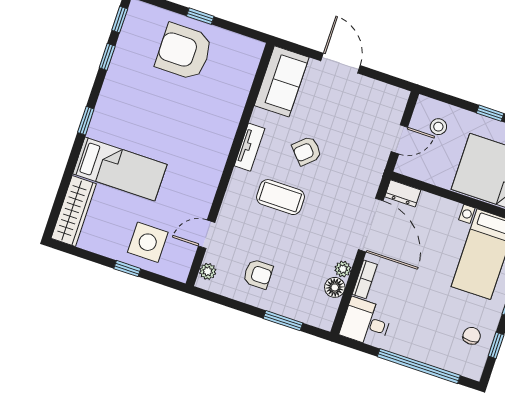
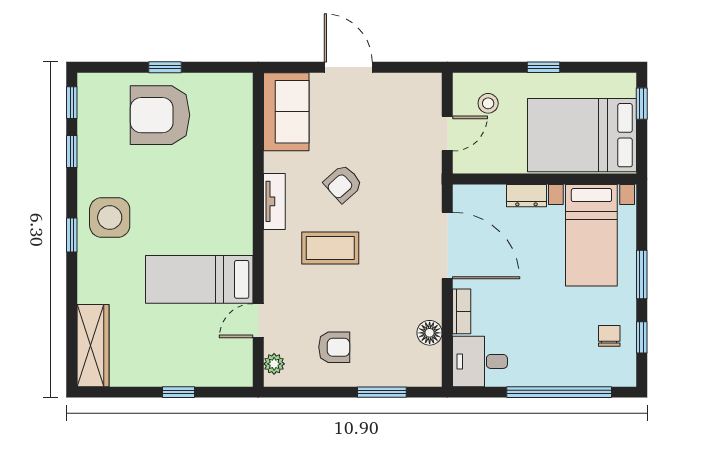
bed: (120, 169) -> (199, 279), moved, turned 180
dresser: (403, 193) -> (526, 196), moved
side table: (148, 242) -> (110, 217), moved
plant: (343, 269) -> (432, 308), removed

